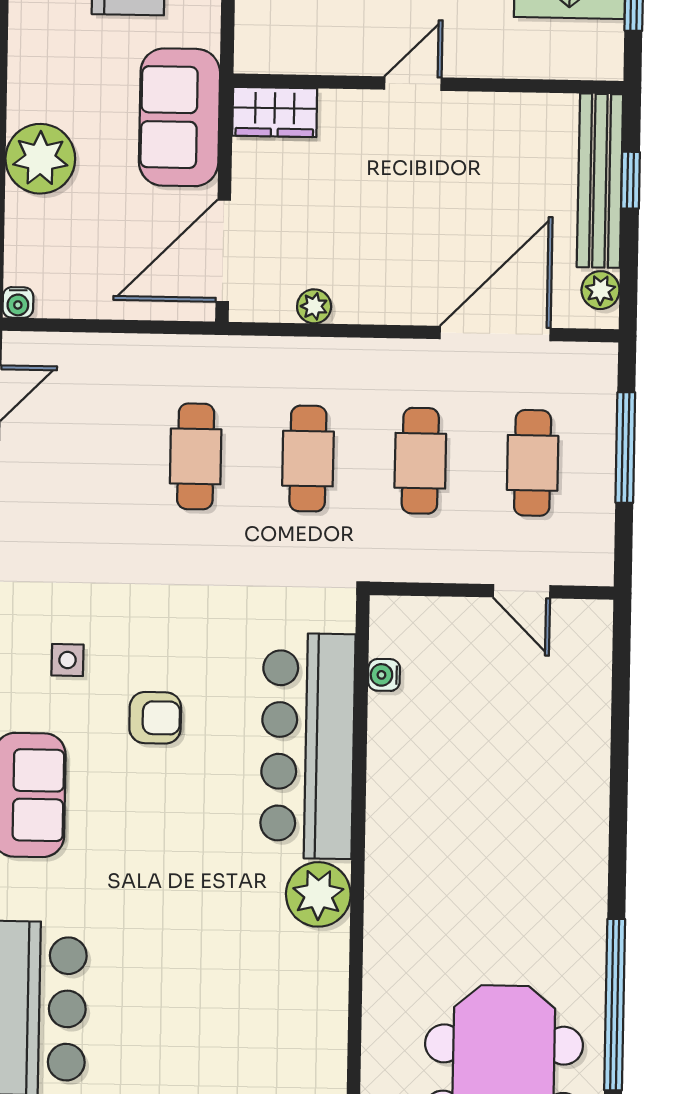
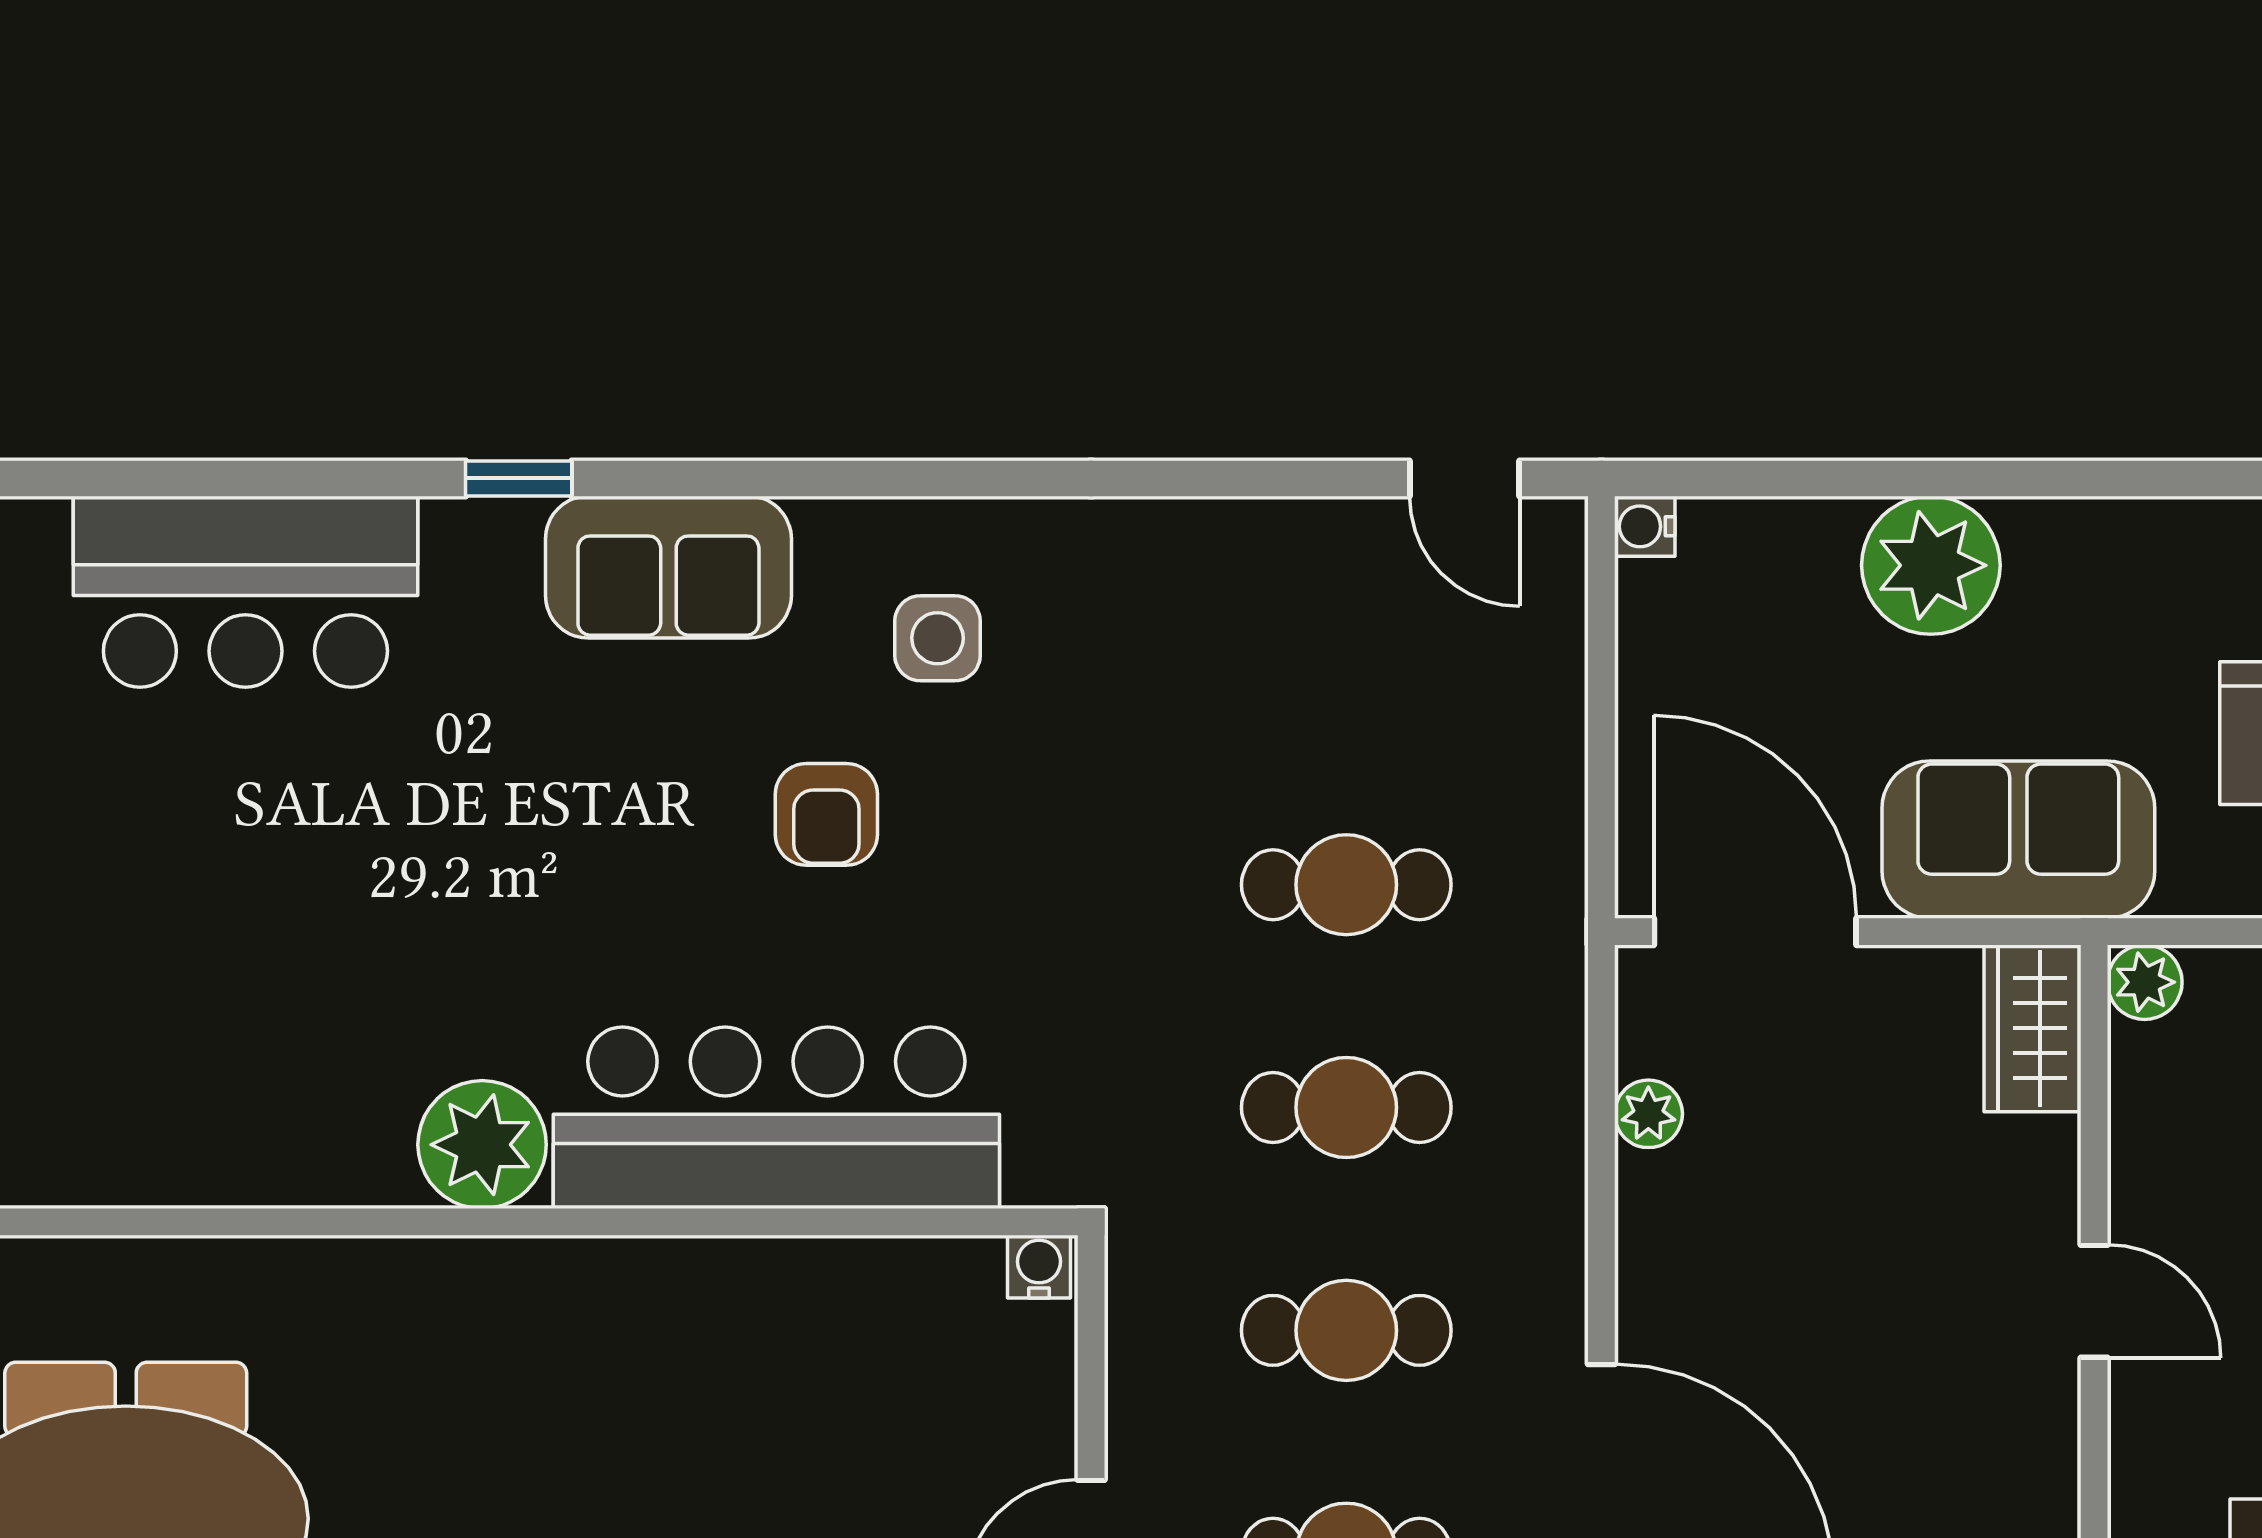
plant: (252, 55) -> (2145, 982), added
side table: (67, 660) -> (938, 638), width x1.37, depth x1.37
water cooler: (384, 675) -> (1039, 1267), moved

